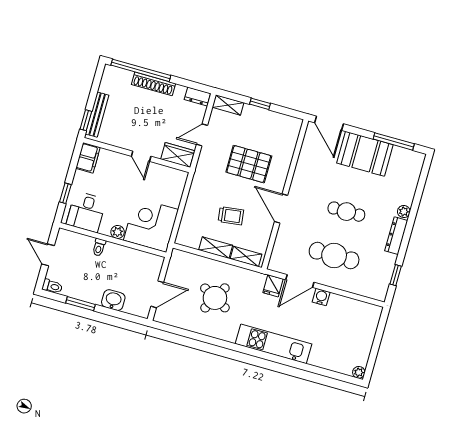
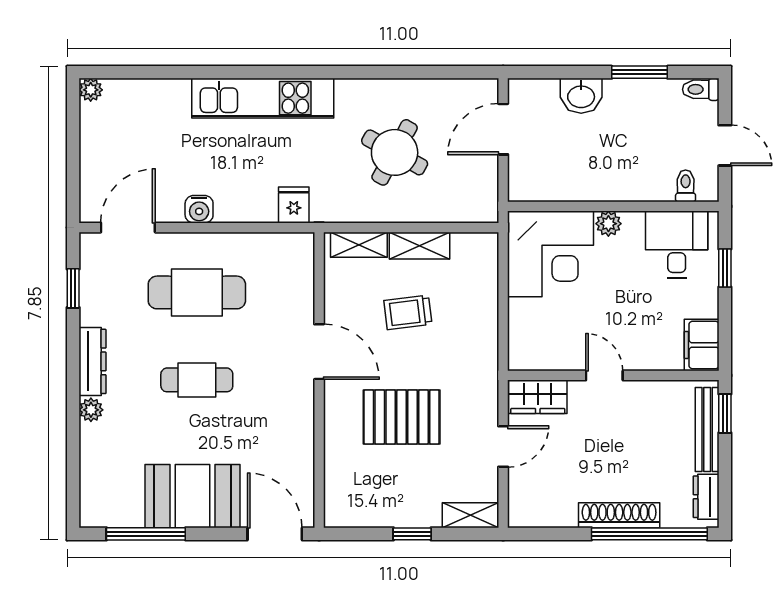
dresser: (197, 96) -> (706, 497), moved, turned -90
toilet: (99, 247) -> (686, 186), moved
door: (300, 281) -> (128, 228), moved

